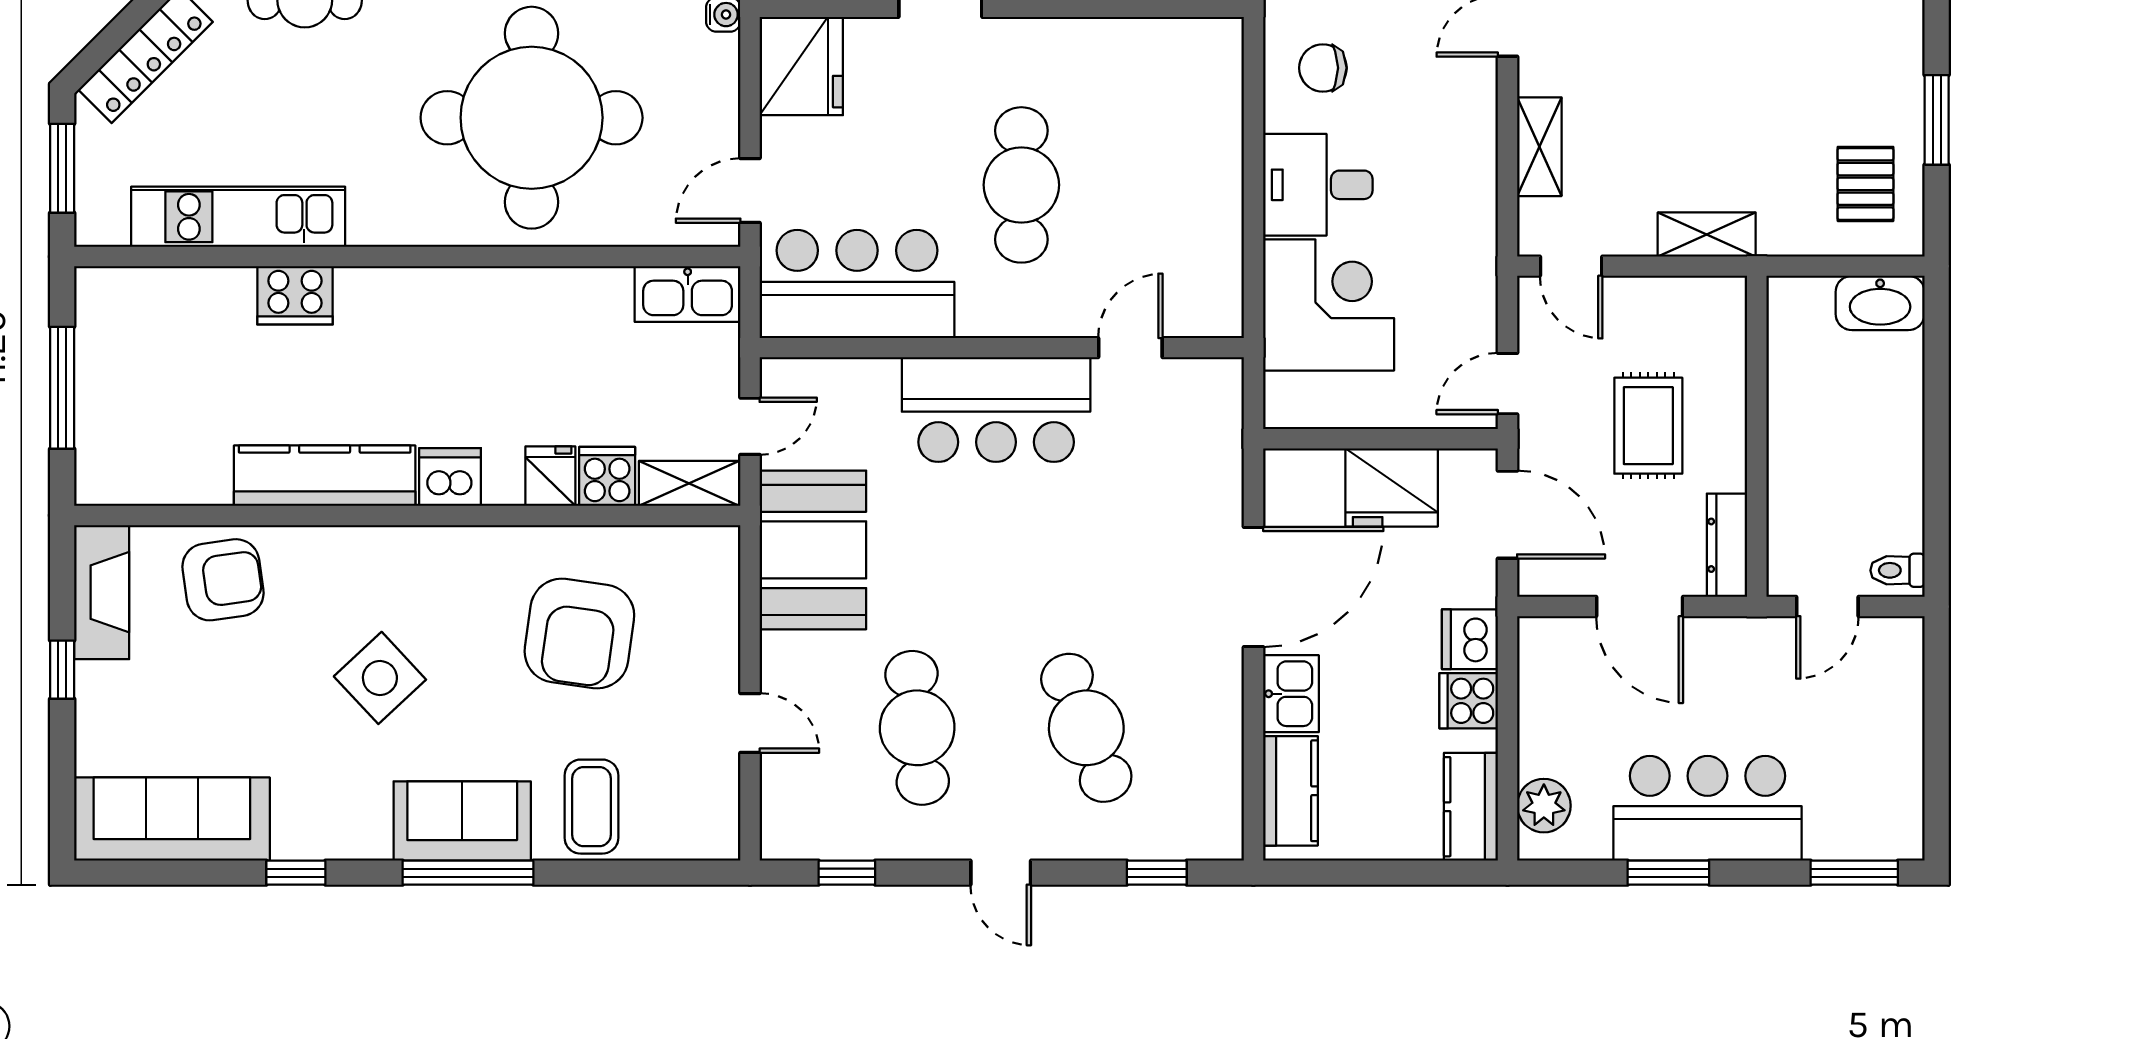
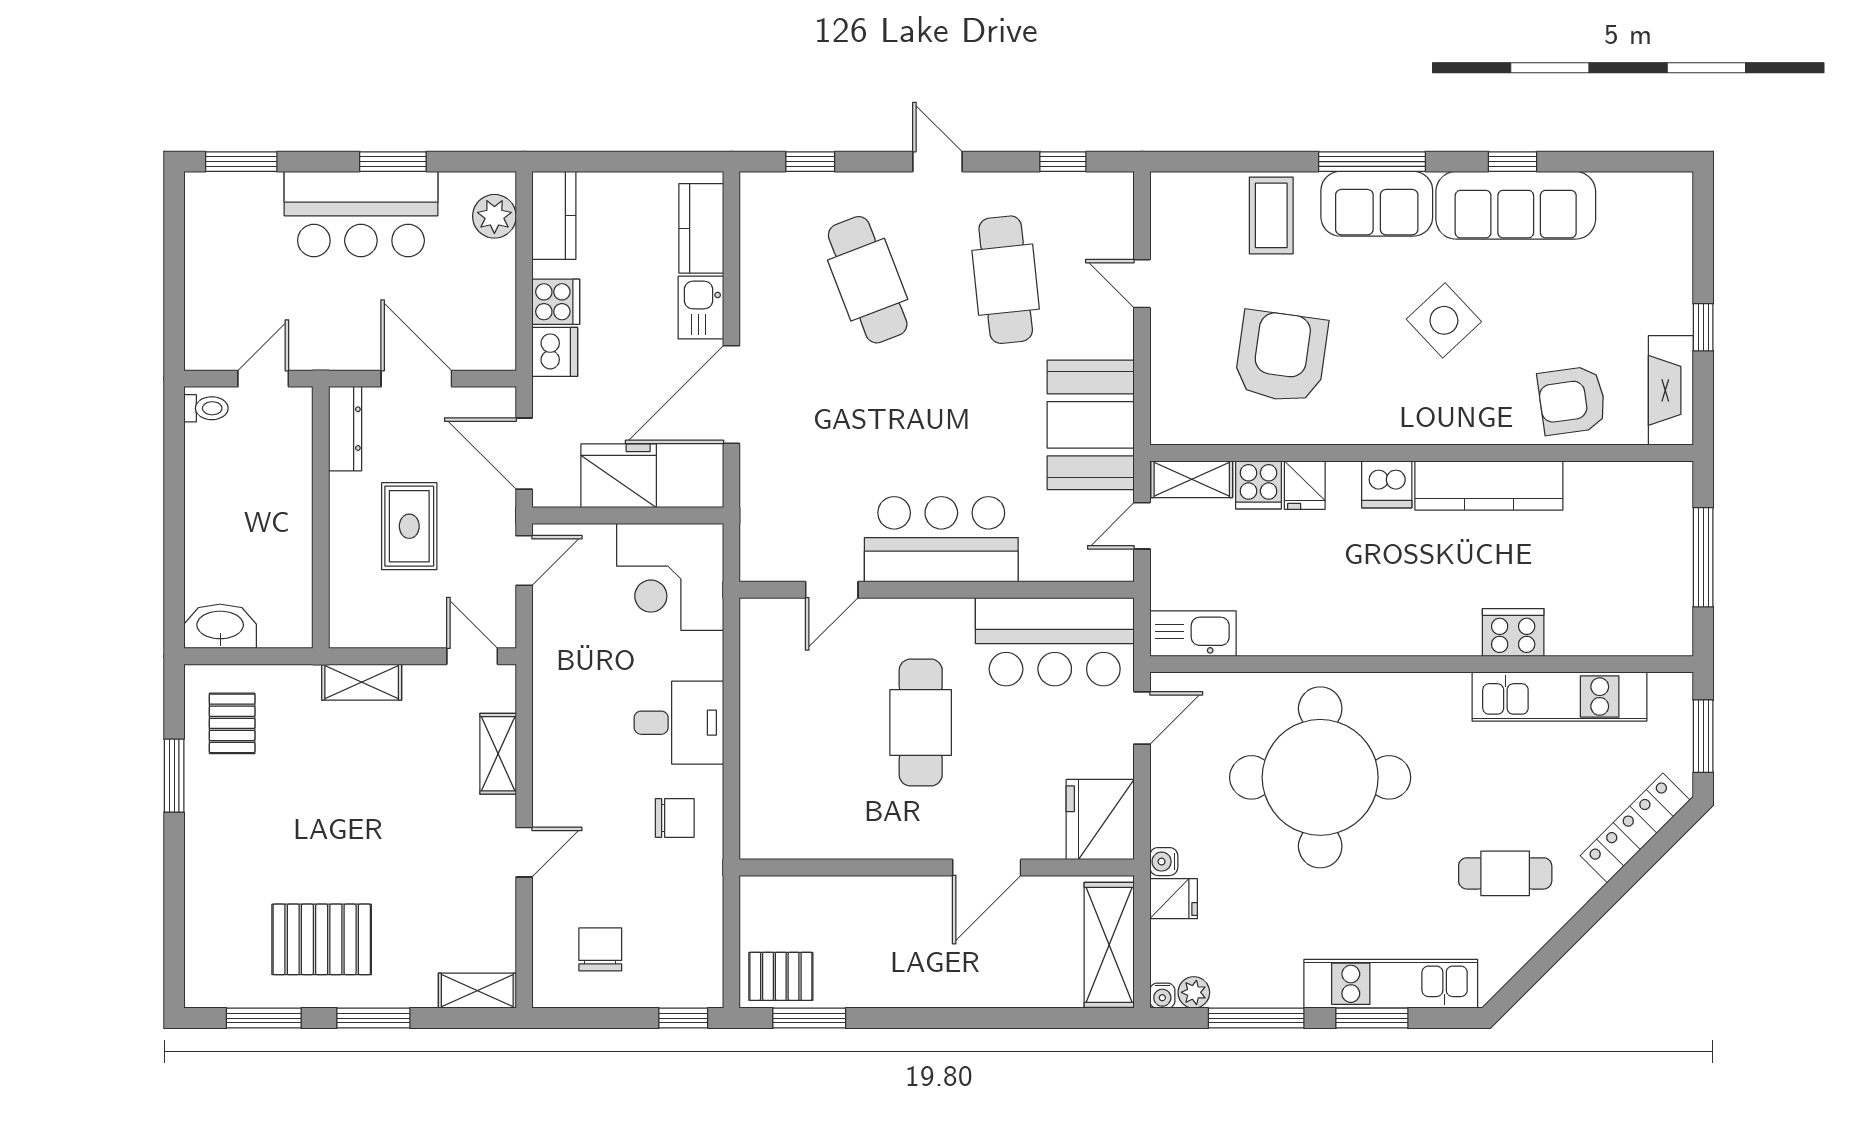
corner desk: (1329, 305) -> (670, 577), moved
sofa: (172, 819) -> (1516, 205), moved

